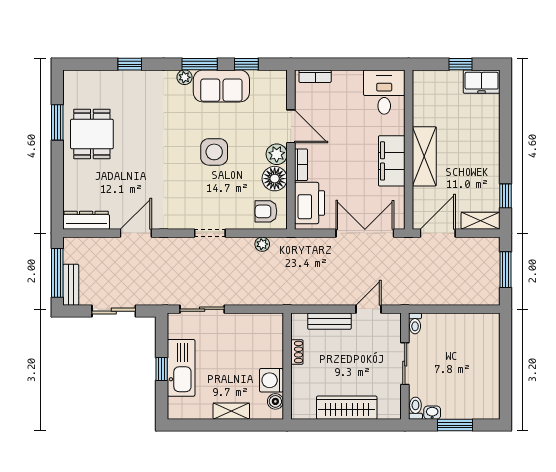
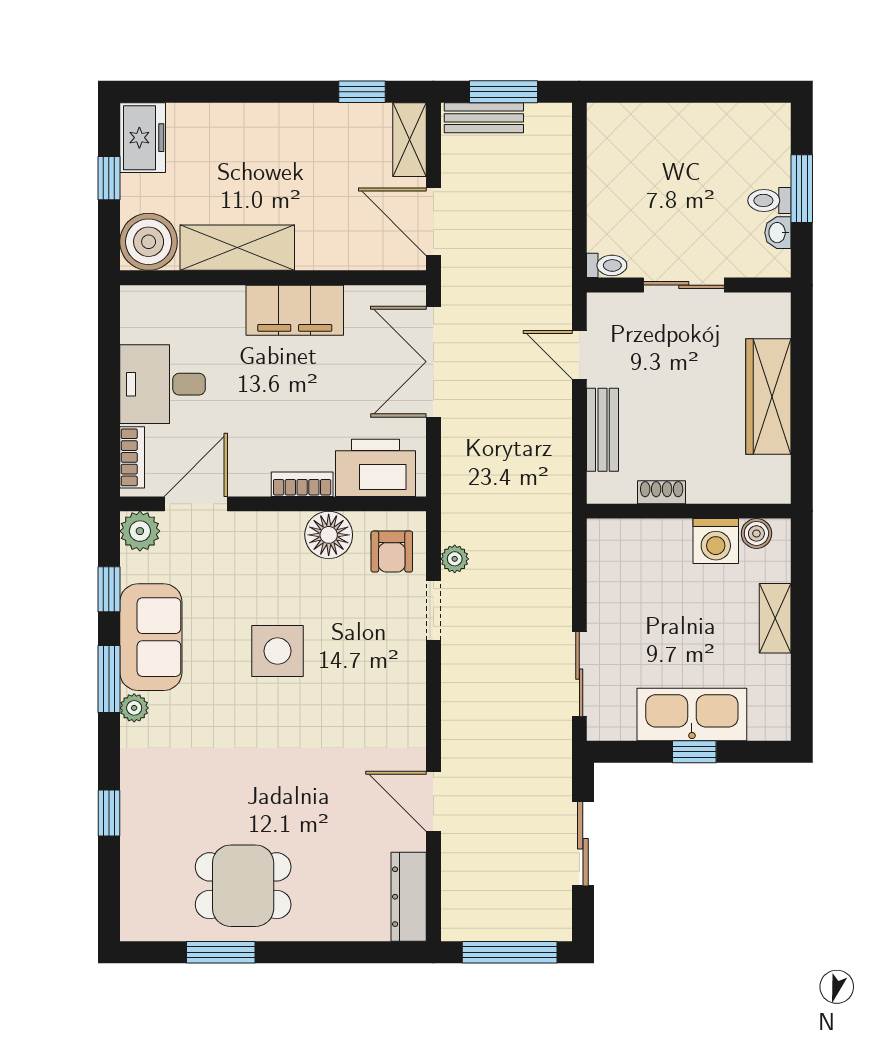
boiler: (427, 85) -> (149, 242), added
desk: (384, 92) -> (163, 384), moved
door: (291, 126) -> (196, 504), moved
plant: (277, 154) -> (140, 531), moved
shelving: (424, 156) -> (237, 248), moved
doorway: (210, 233) -> (433, 611), moved
bench: (71, 285) -> (484, 118), moved
toilet: (415, 408) -> (769, 200), moved

